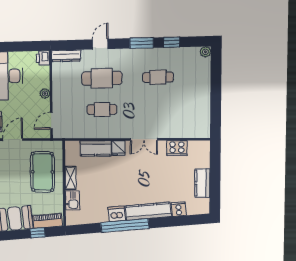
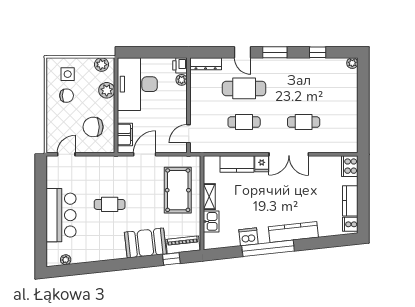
window: (142, 43) -> (275, 52), moved
door: (100, 44) -> (243, 52), swing flipped
cafe table: (158, 77) -> (304, 122), moved
plant: (45, 93) -> (182, 80), moved
double door: (144, 139) -> (289, 154), width x1.37
cooker: (177, 148) -> (350, 166), moved, turned 90
cooker: (179, 209) -> (350, 224), moved, turned -84
dishwasher: (117, 214) -> (248, 237), moved

